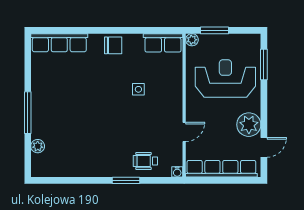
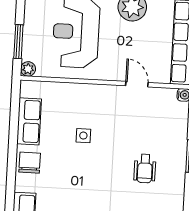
row of seats: (163, 43) -> (29, 121), moved
wheelchair: (145, 161) -> (145, 169), moved

